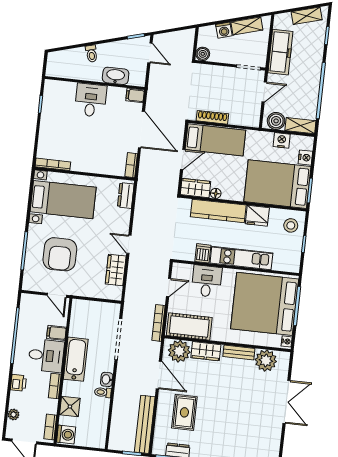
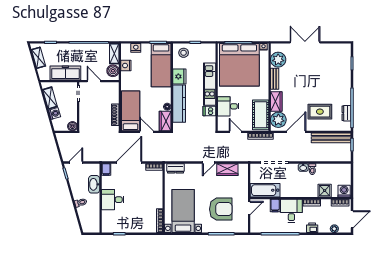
bed: (277, 184) -> (161, 65), width x0.67
bathtub: (76, 359) -> (265, 190), moved

